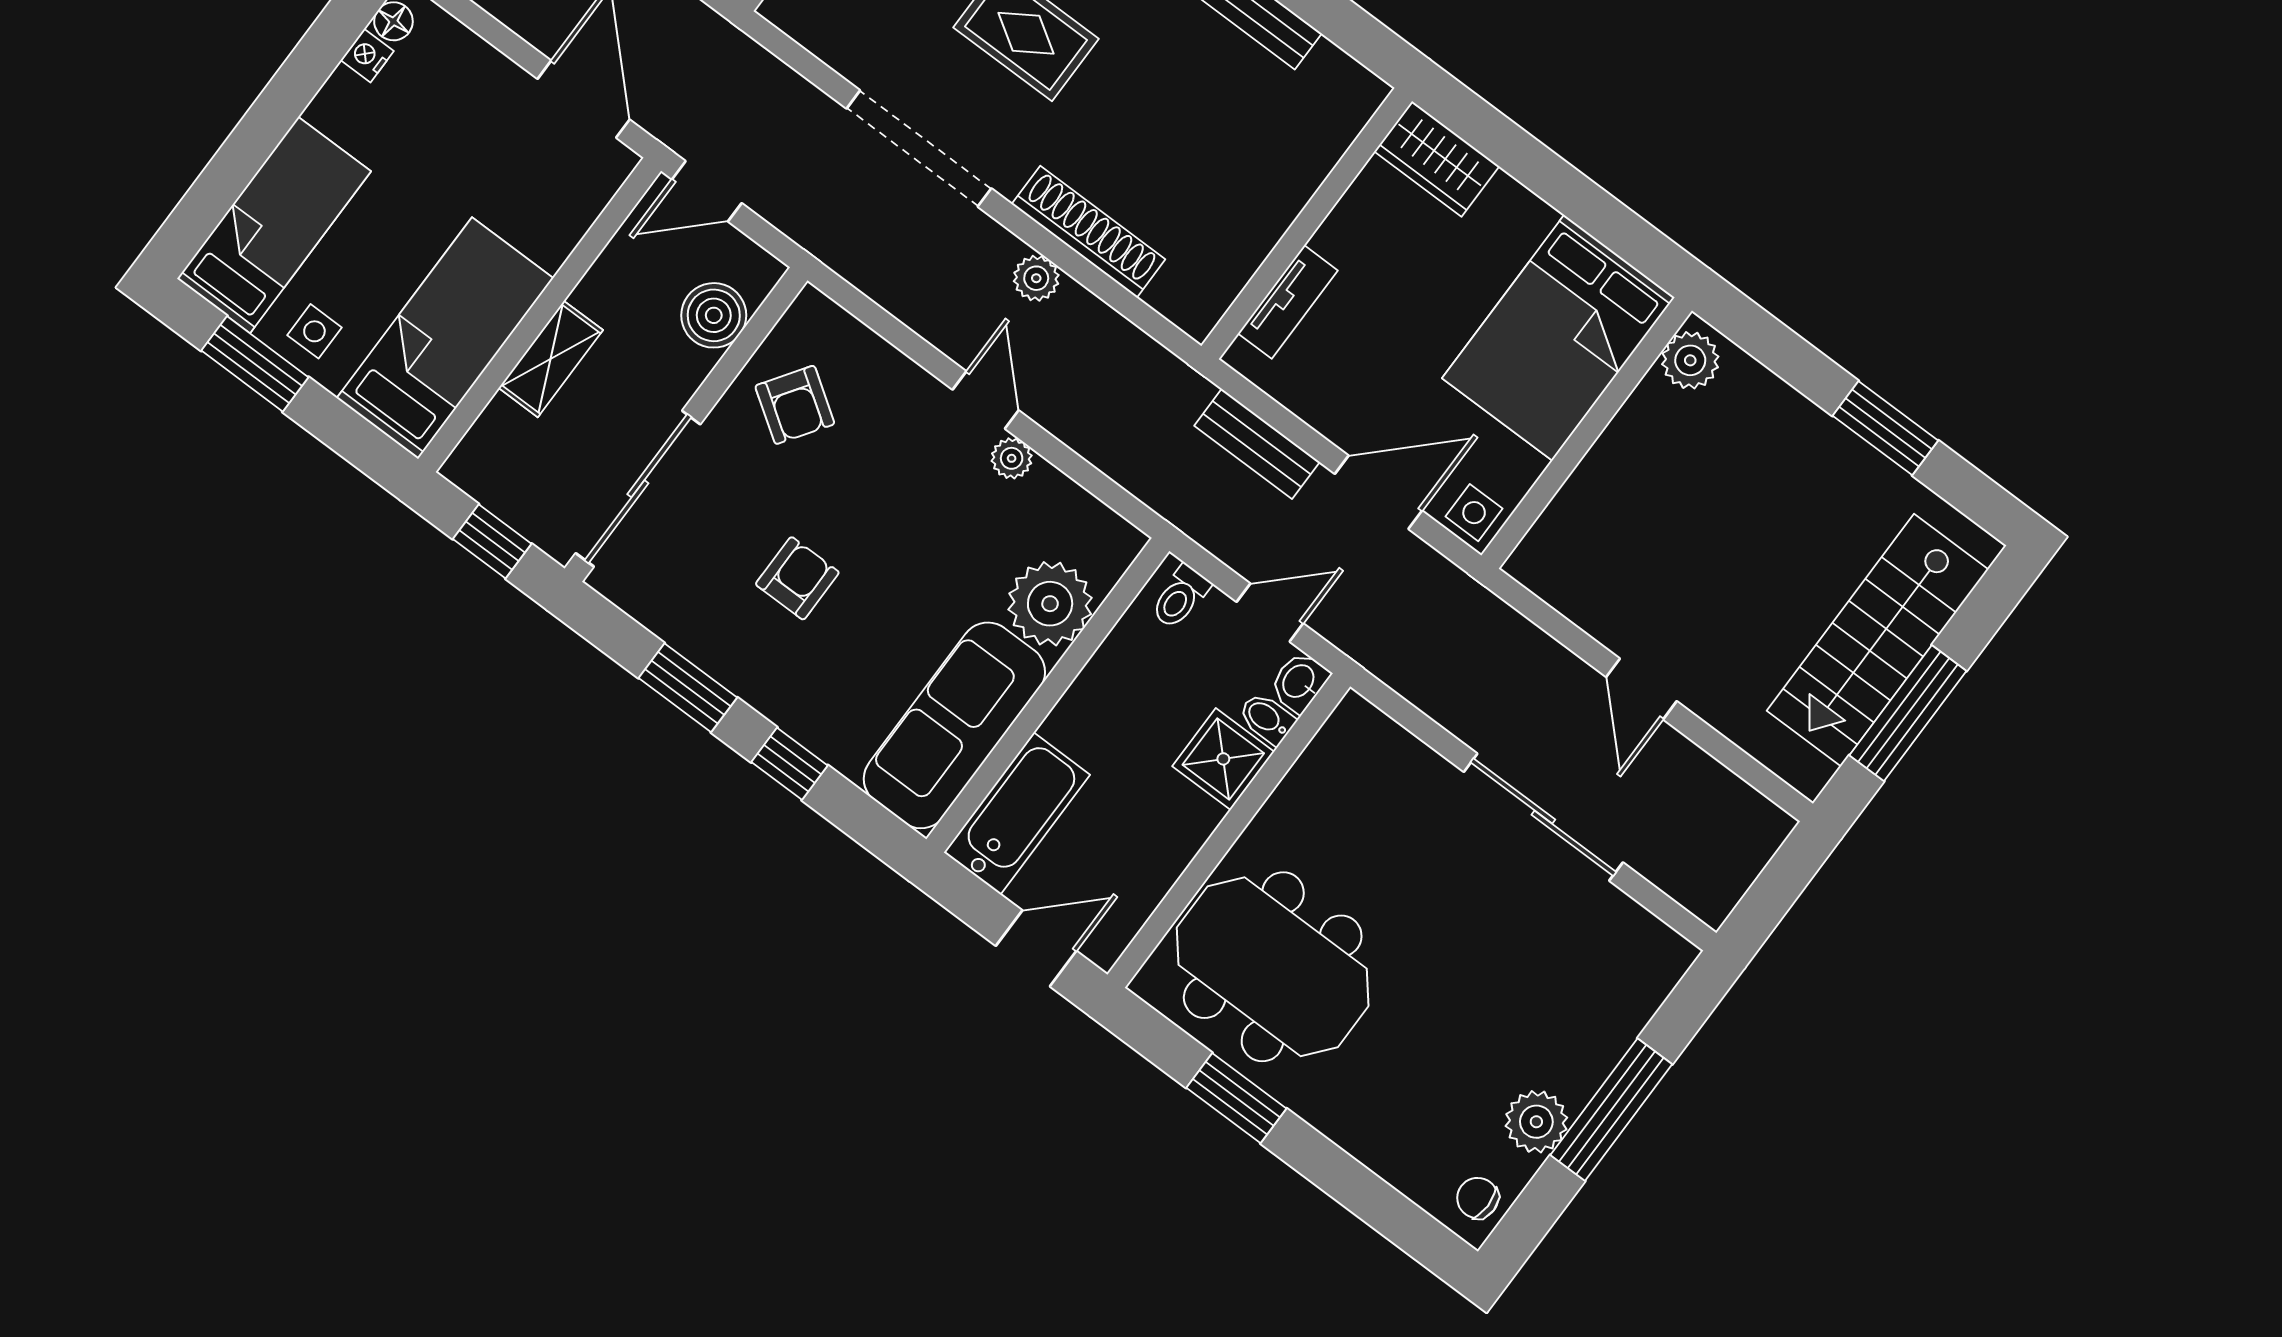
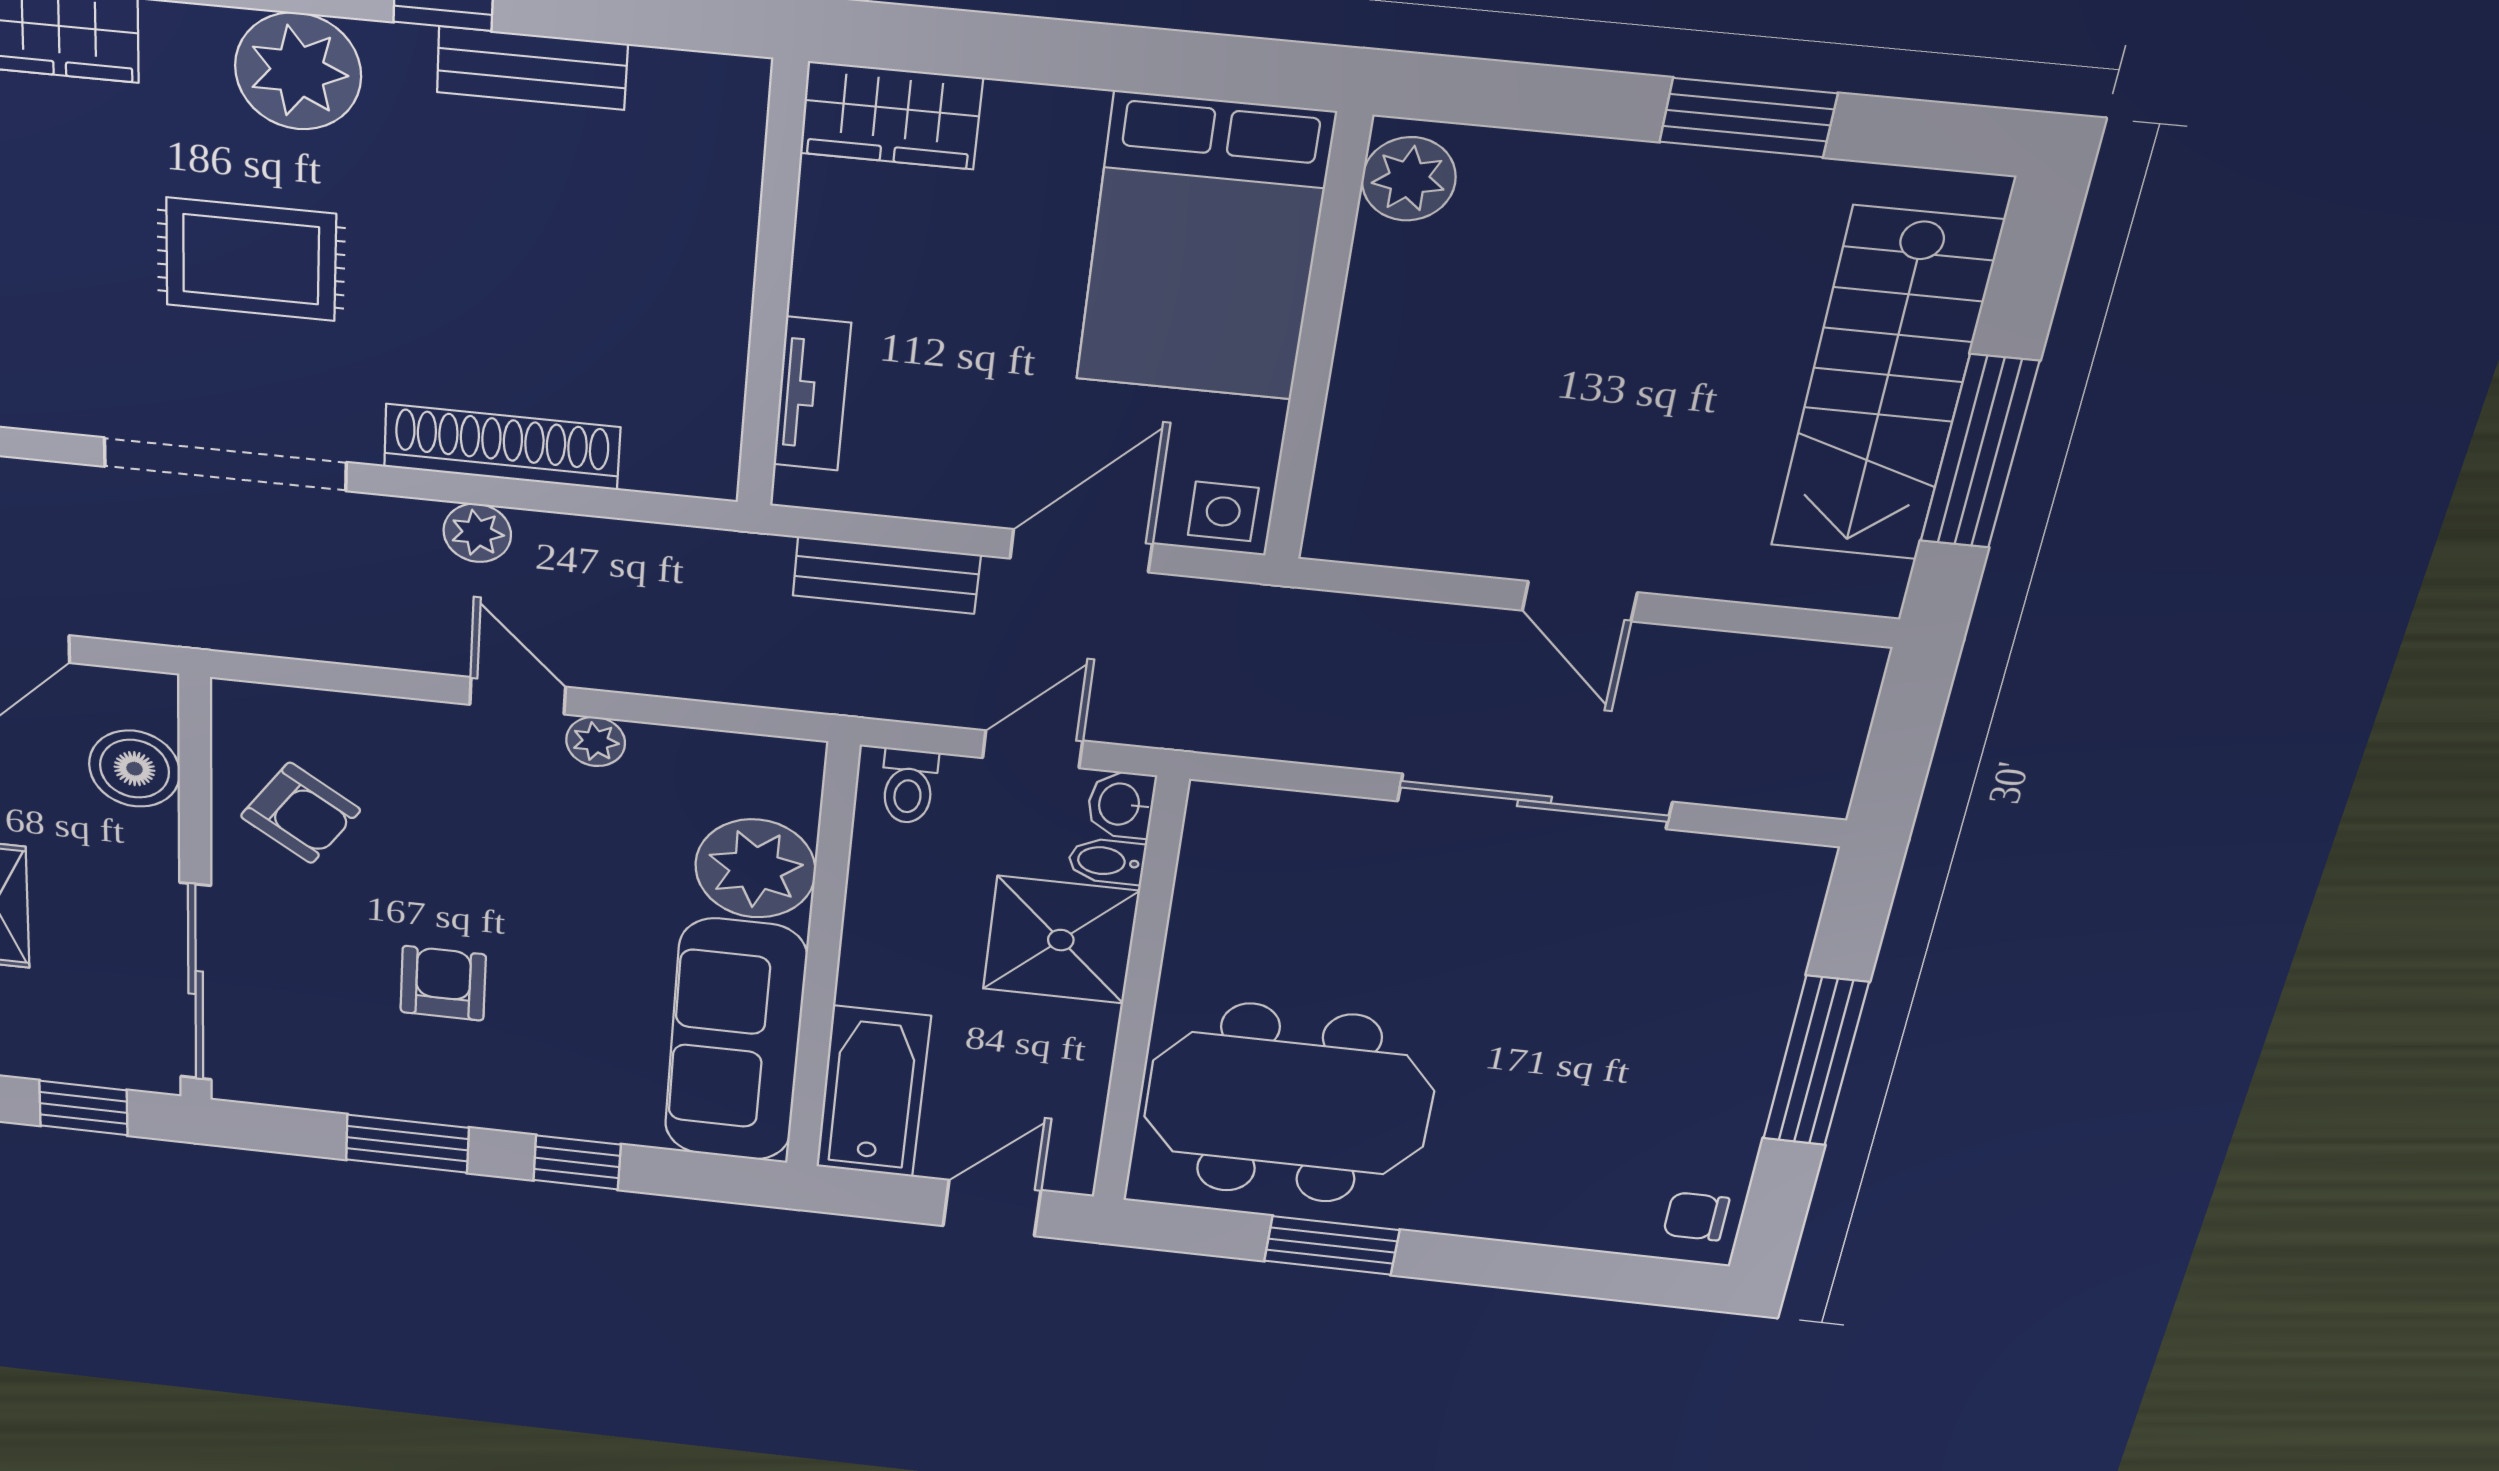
shower: (1223, 759) -> (1061, 940), width x1.36, depth x1.36
plant: (1536, 1122) -> (1724, 1113), removed

